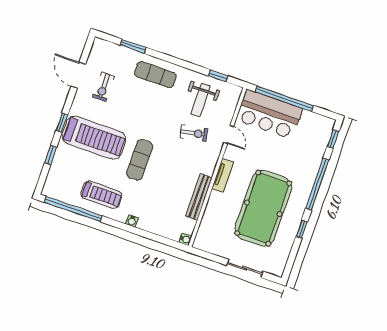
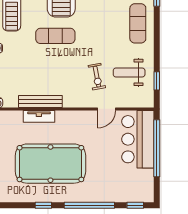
tv unit: (223, 175) -> (39, 116), moved

